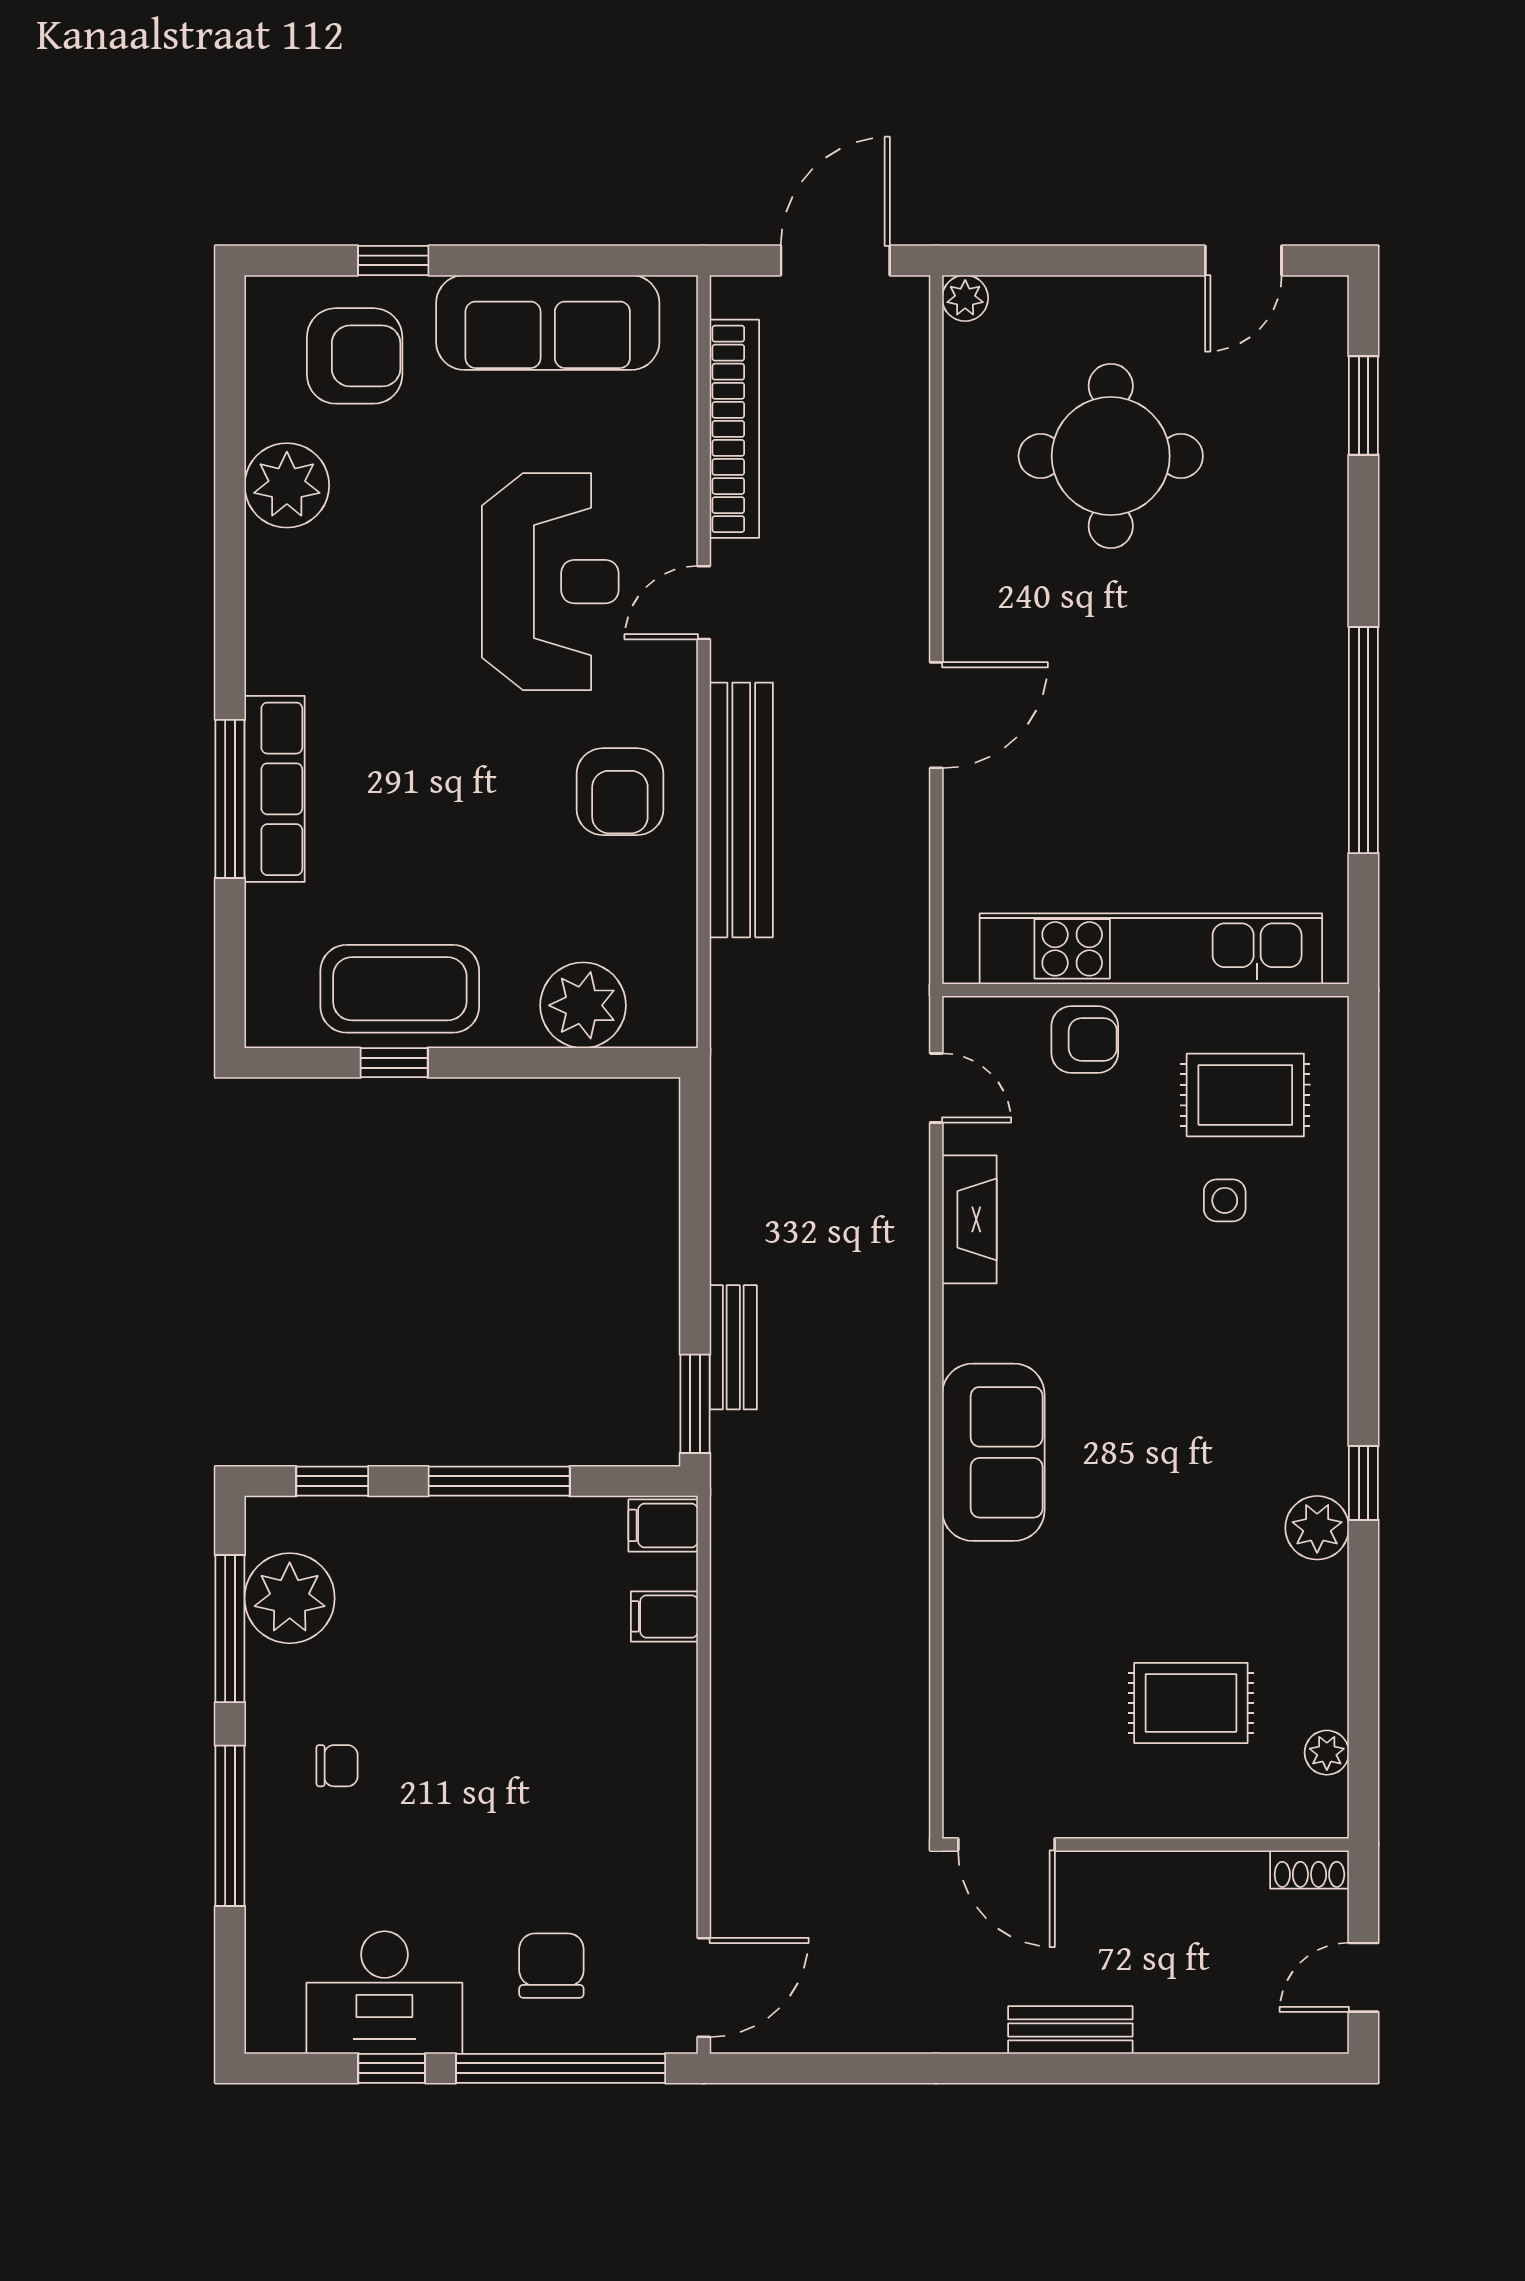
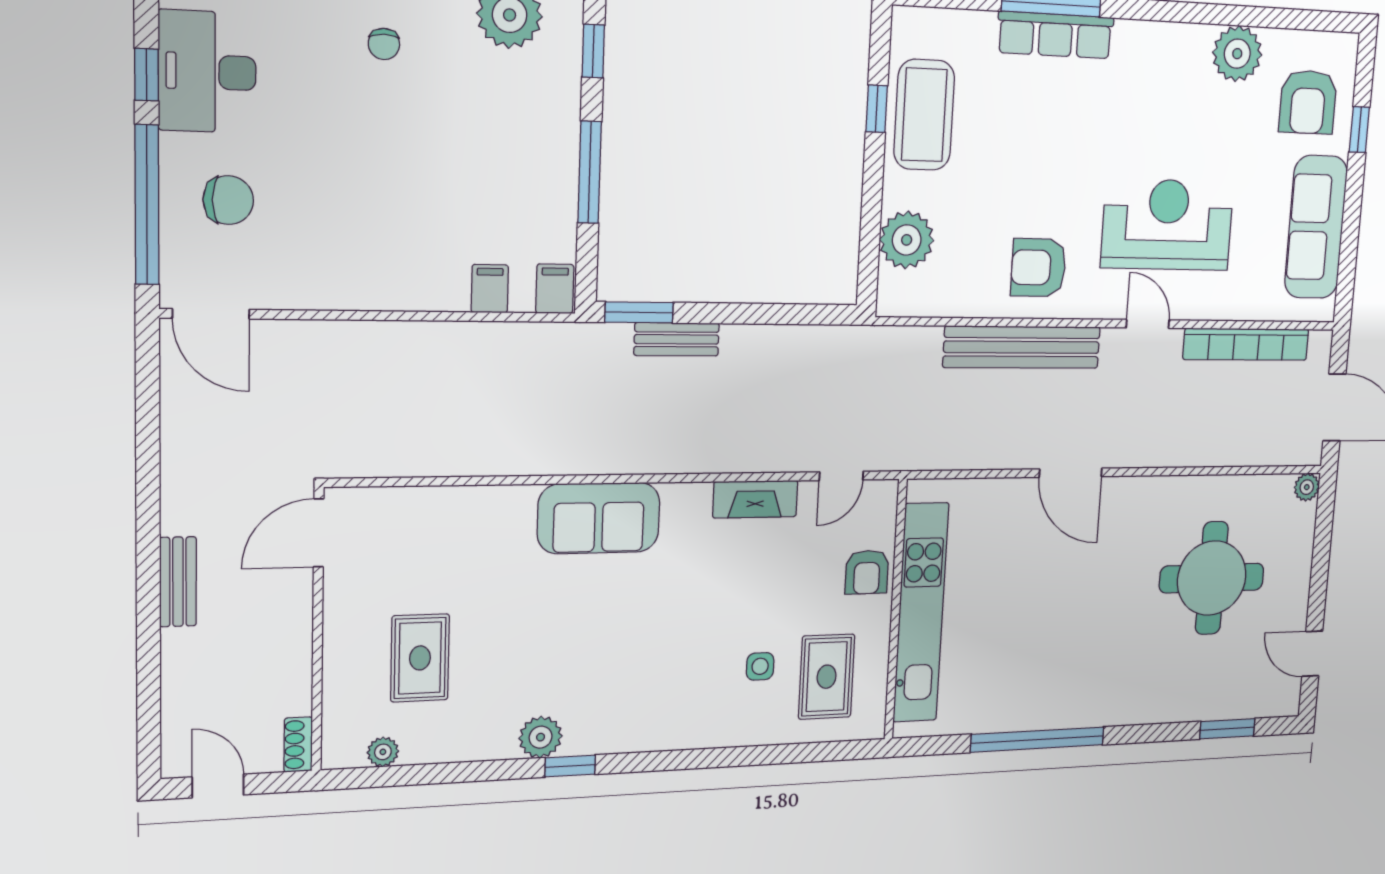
reception desk: (550, 582) -> (1167, 225), turned 180

